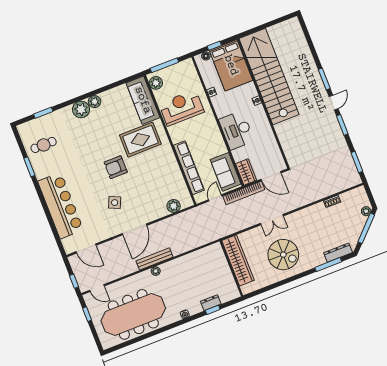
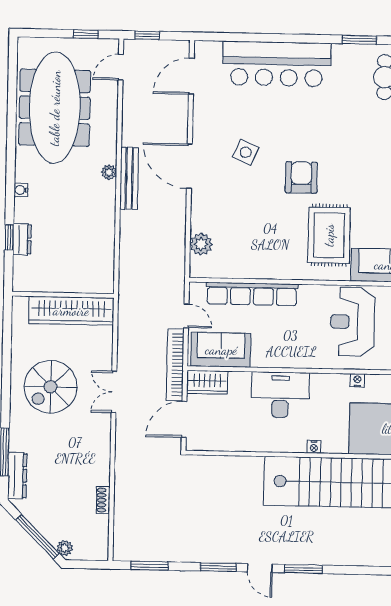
reception desk: (181, 108) -> (352, 322), turned 180

